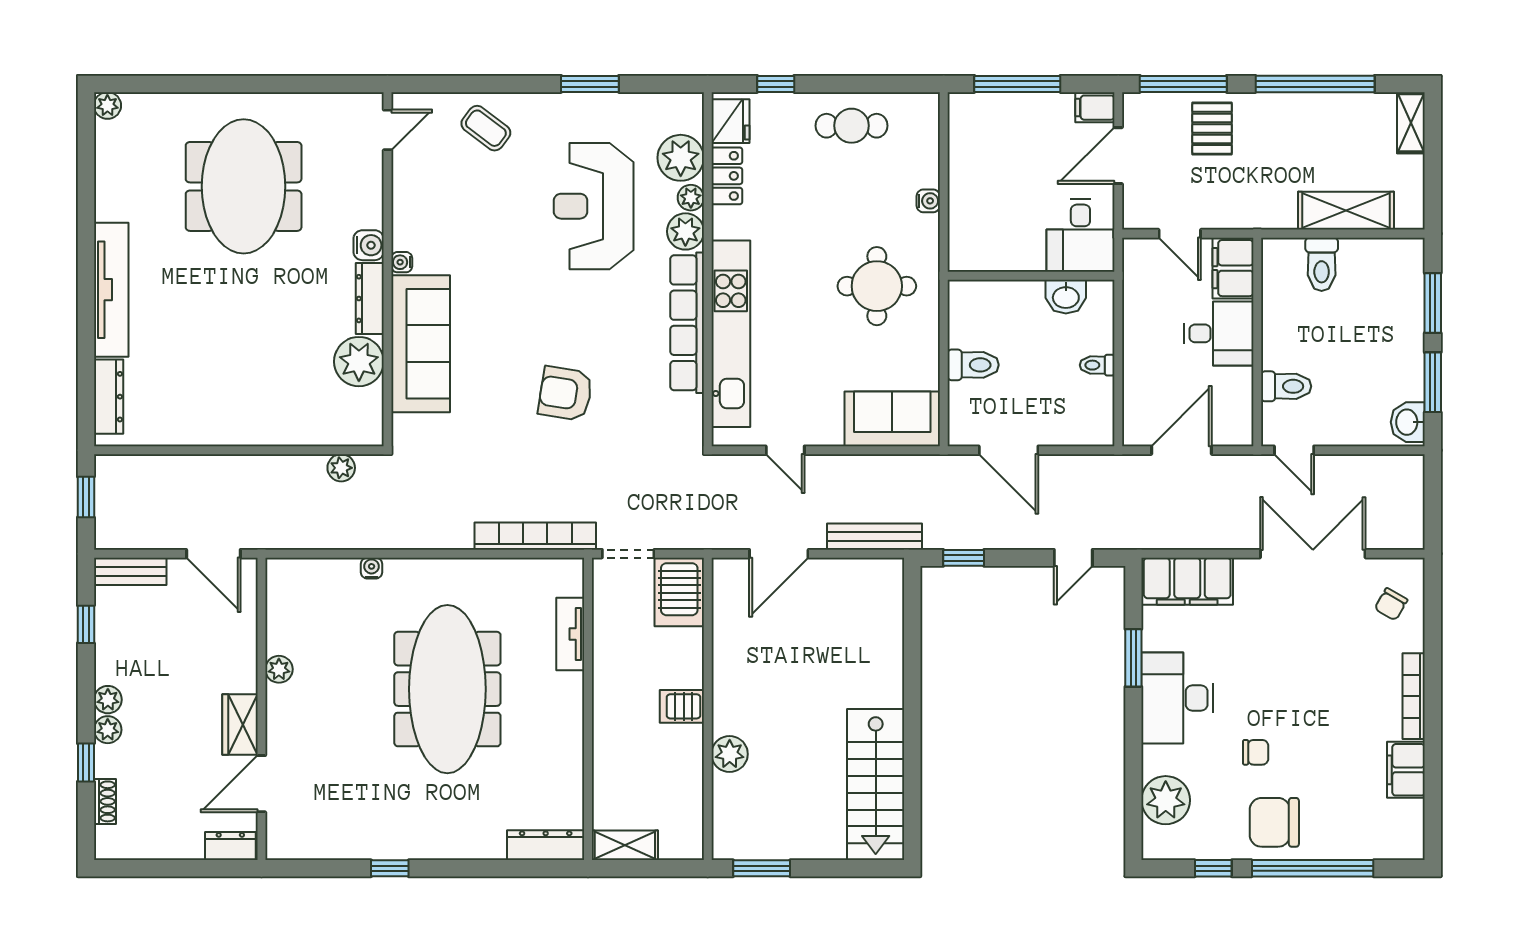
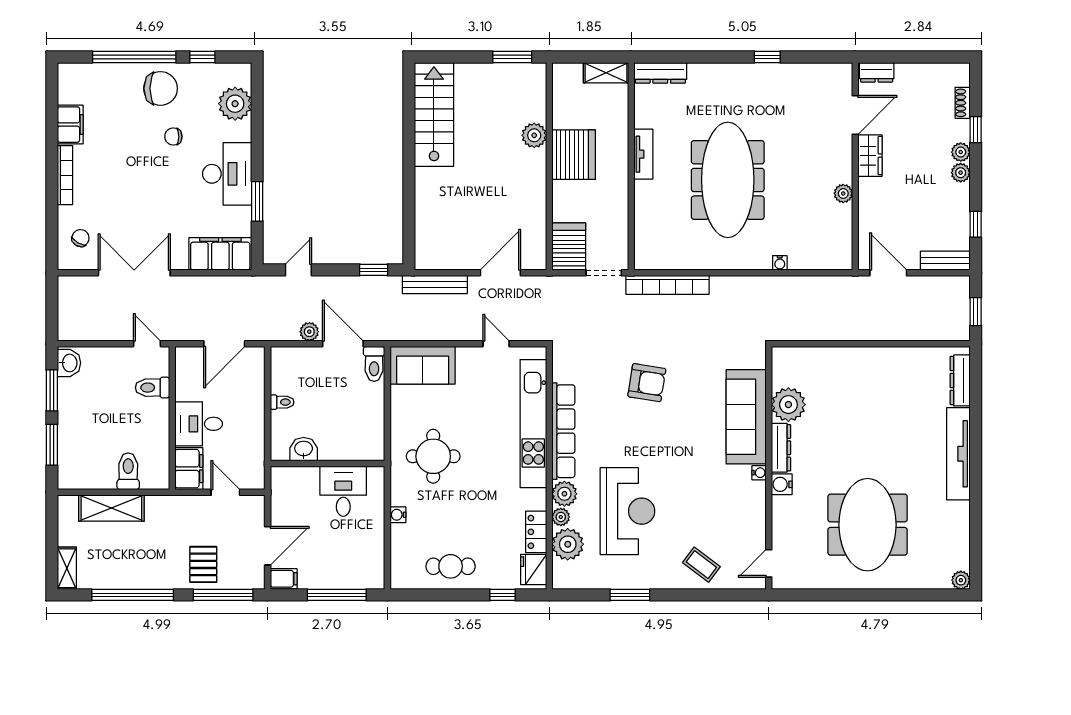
desk: (1080, 235) -> (343, 491), moved
toilet: (973, 365) -> (374, 364), moved, turned -90
plant: (341, 468) -> (309, 332), moved
double door: (1313, 554) -> (134, 273), swing flipped
tv unit: (570, 634) -> (643, 154), moved
server rack: (682, 706) -> (574, 155), width x2.18, depth x1.44

